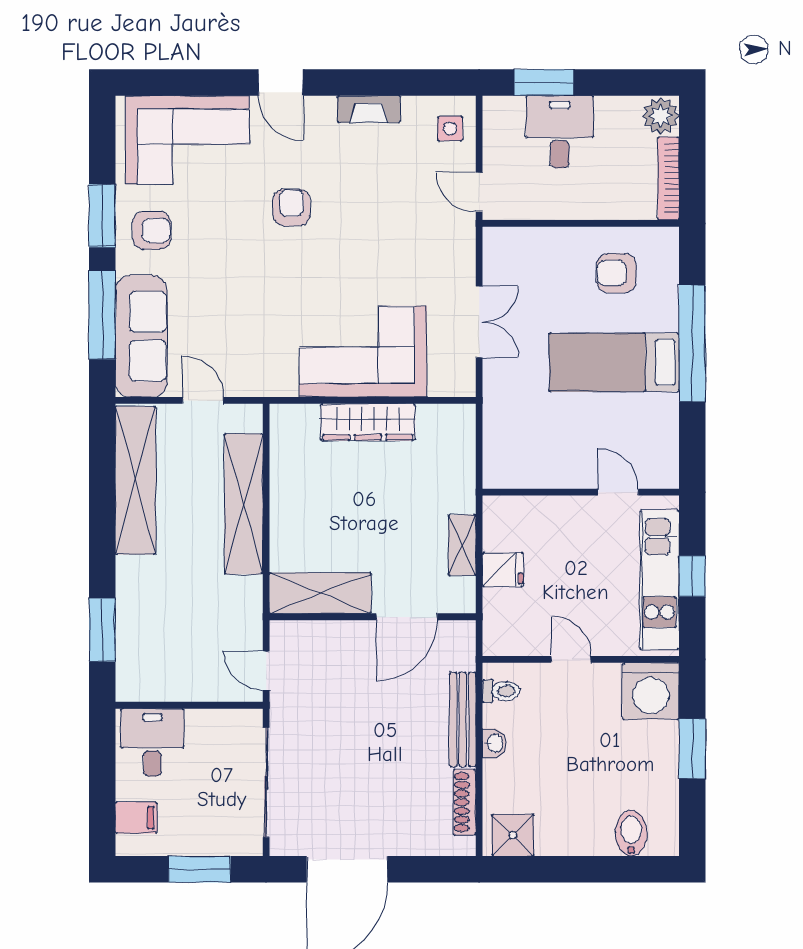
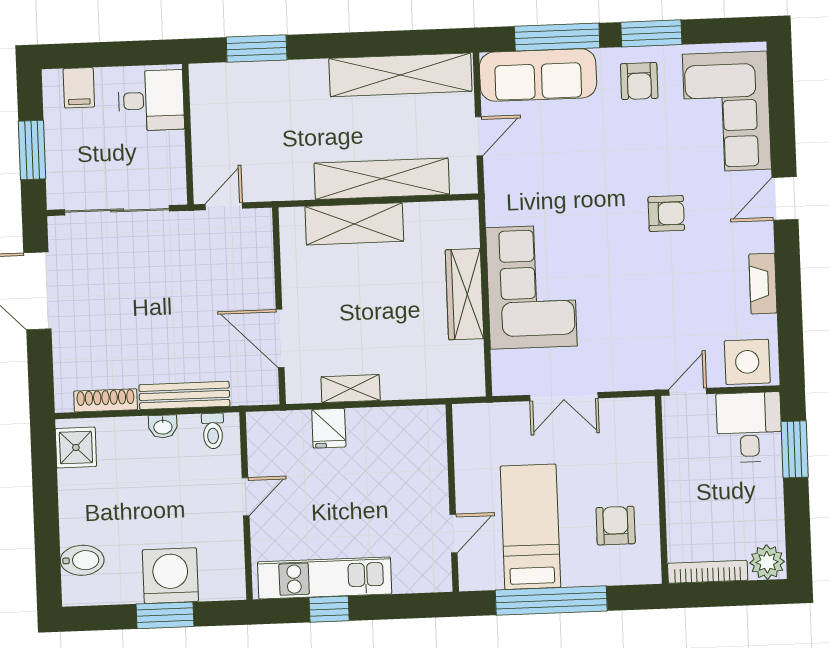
side table: (450, 129) -> (747, 362), width x1.87, depth x1.87
desk: (560, 132) -> (749, 427), moved, turned -90
wall: (581, 492) -> (452, 498), moved
door: (618, 492) -> (454, 534), moved
shelving: (320, 593) -> (354, 224), moved, turned 90
washing machine: (651, 691) -> (170, 576), moved, turned 90

